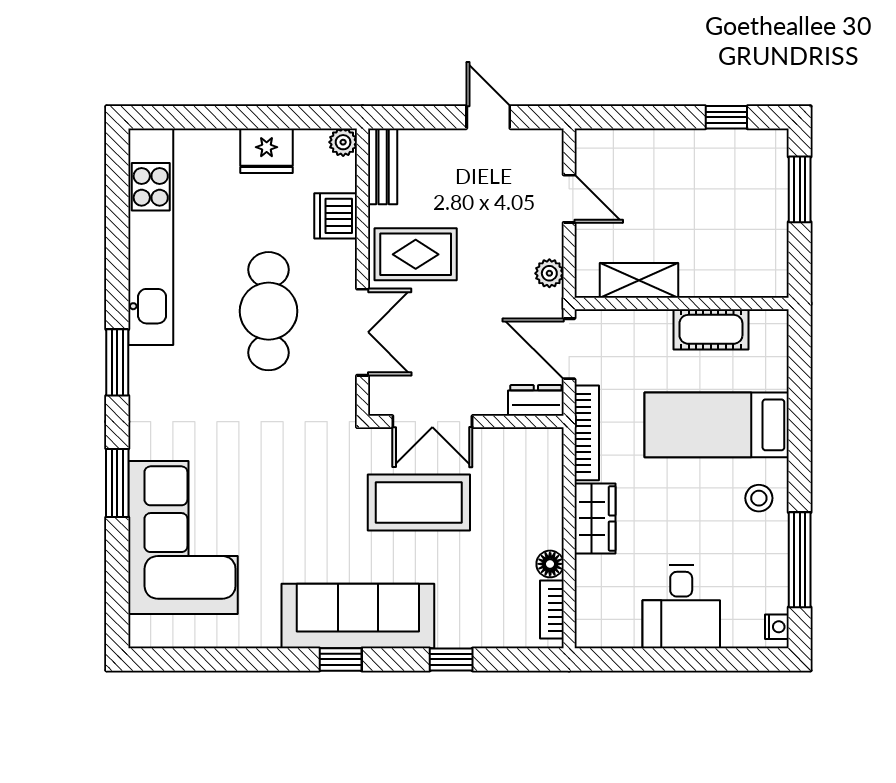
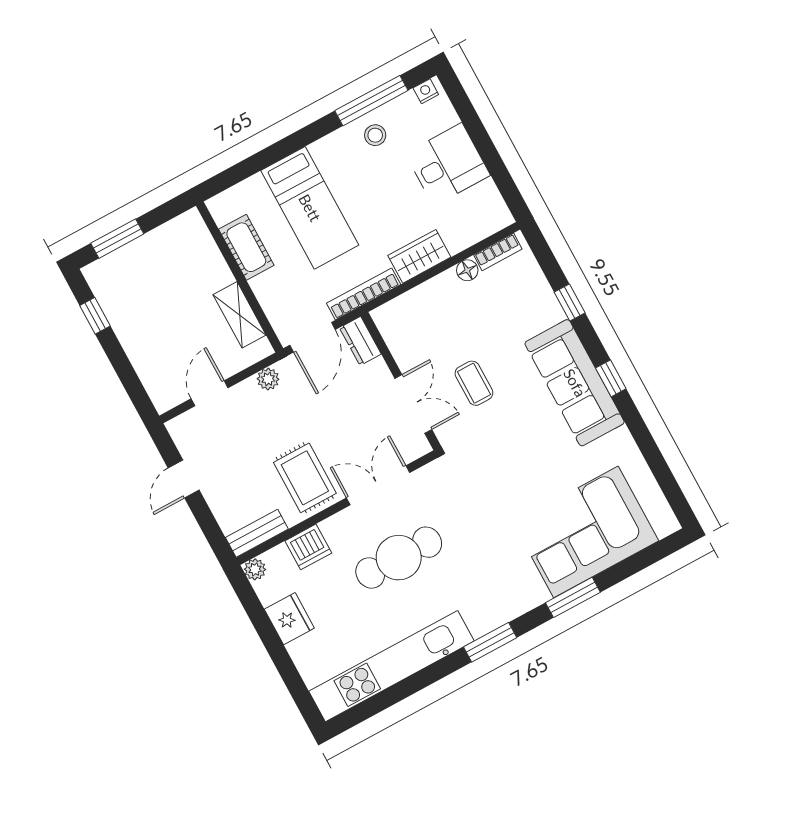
stool: (759, 498) -> (375, 135), moved
coffee table: (419, 502) -> (474, 383), width x0.54, depth x0.58

